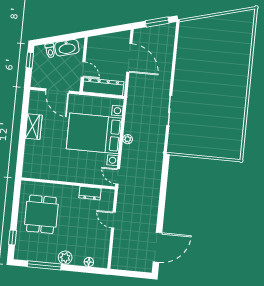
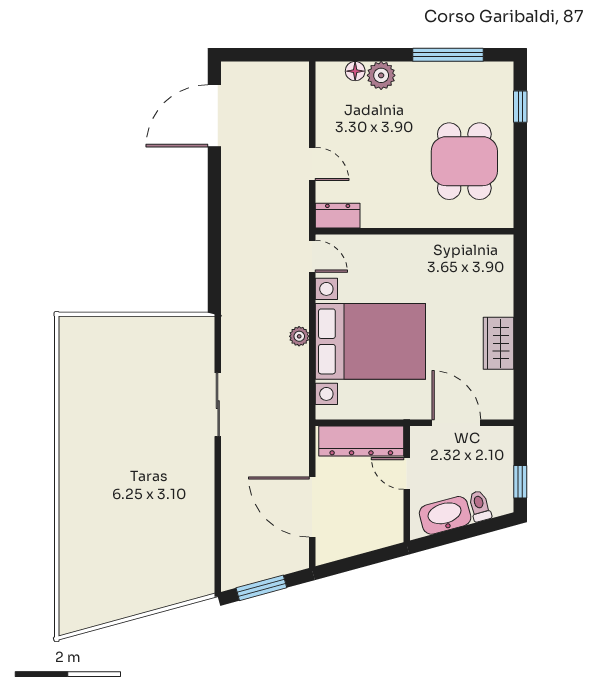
dresser: (90, 193) -> (338, 216), moved
plant: (65, 258) -> (381, 75), moved

